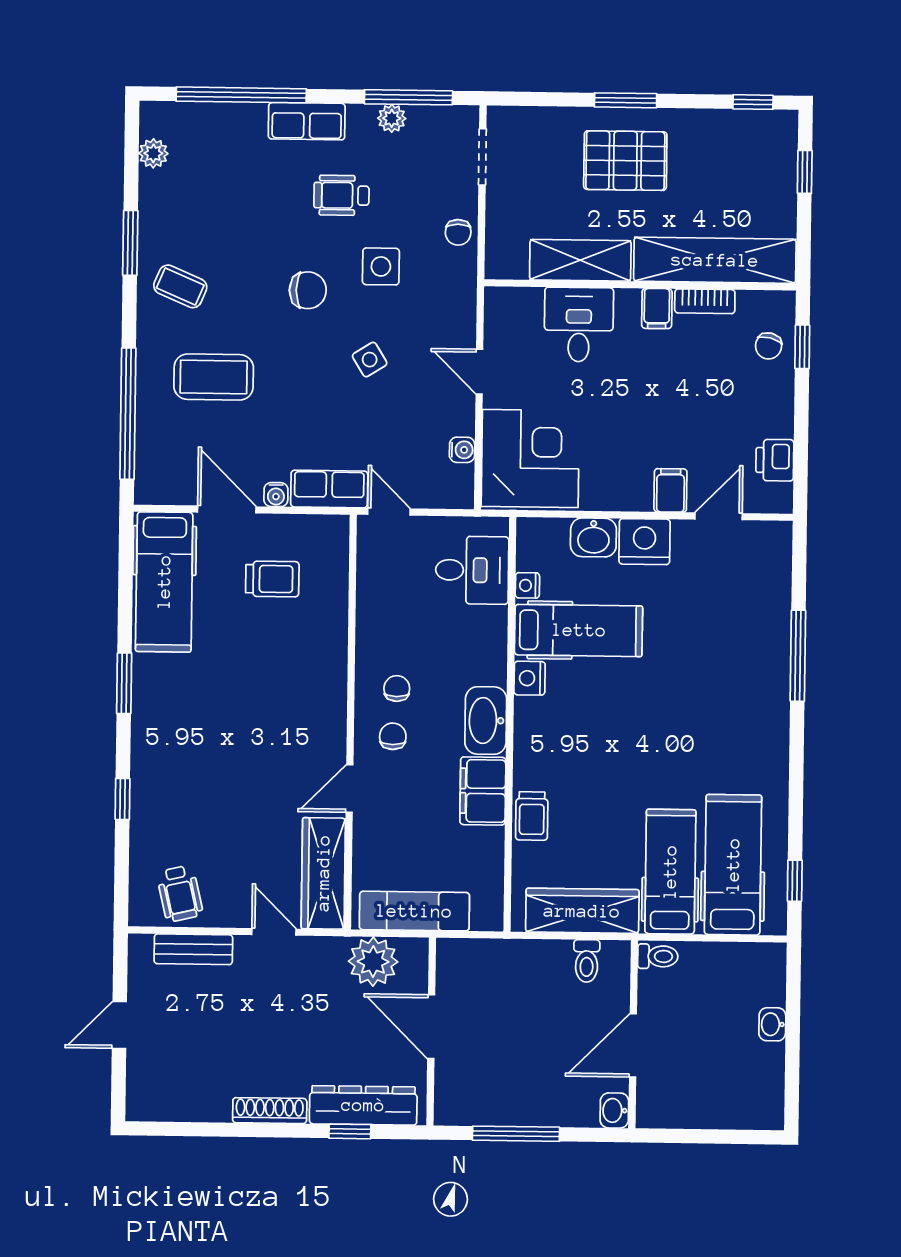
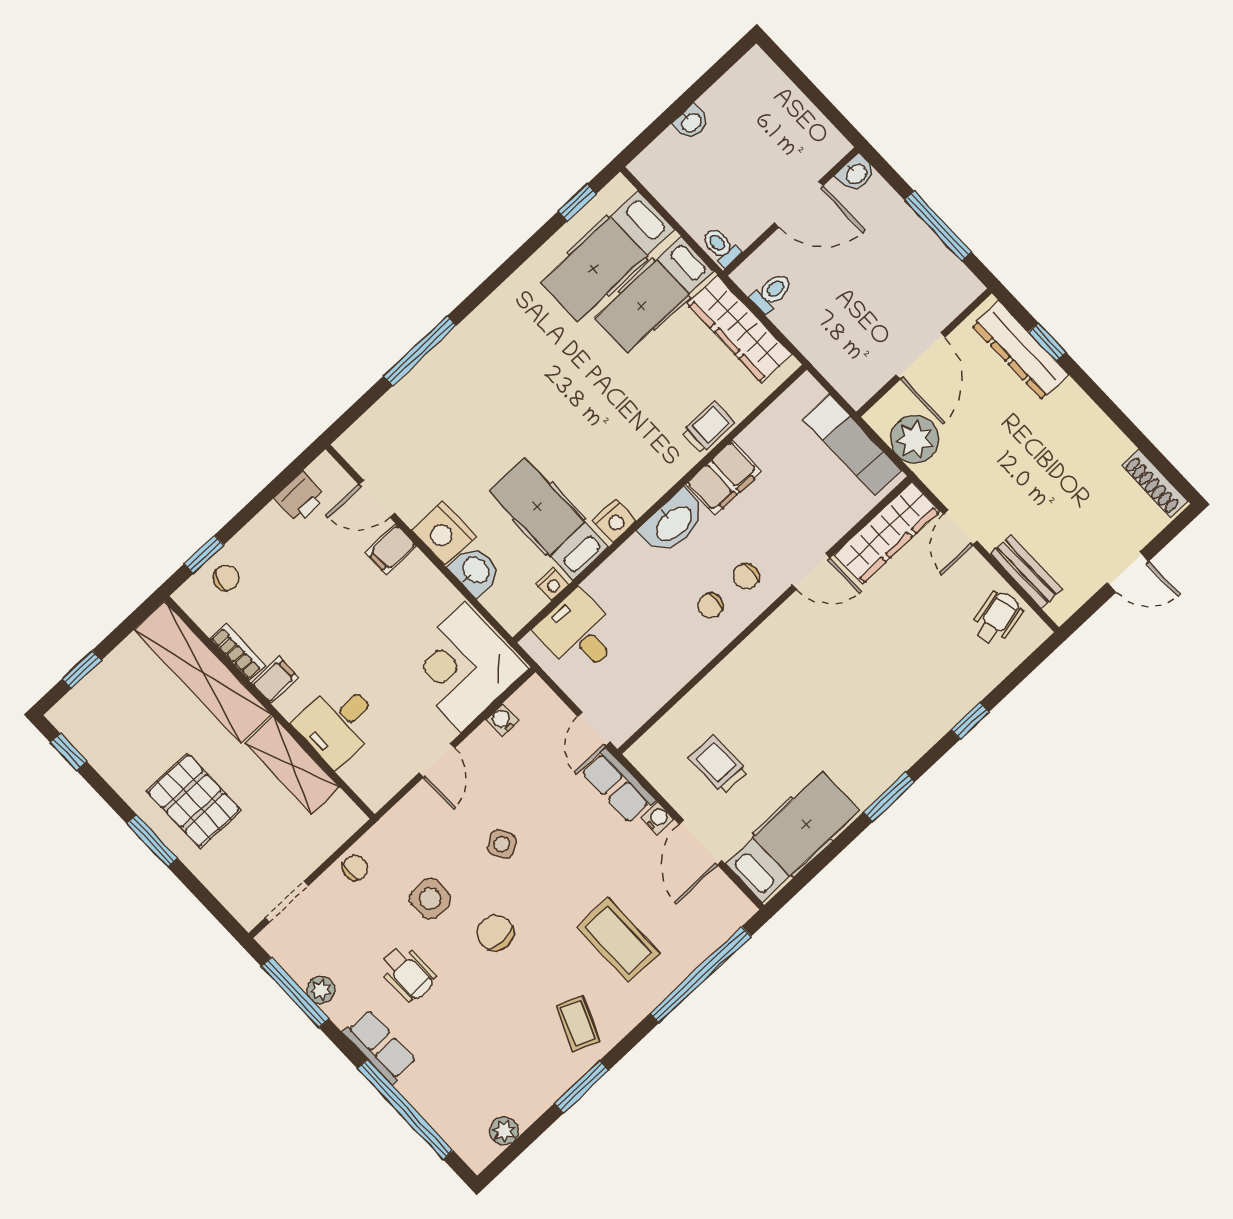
shoe rack: (270, 1111) -> (1154, 483), moved

